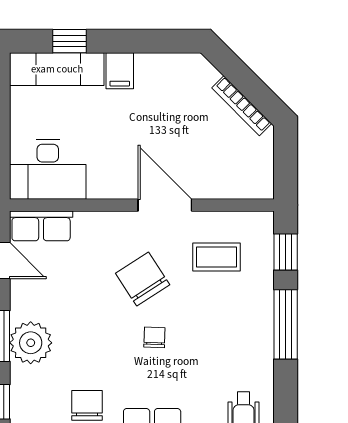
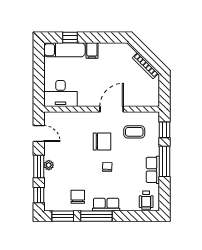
door: (165, 205) -> (112, 109), hinge flipped
row of seats: (41, 226) -> (153, 170), moved, turned 90
chair: (143, 279) -> (102, 142), turned 123
plant: (31, 343) -> (49, 165), width x0.53, depth x0.53

